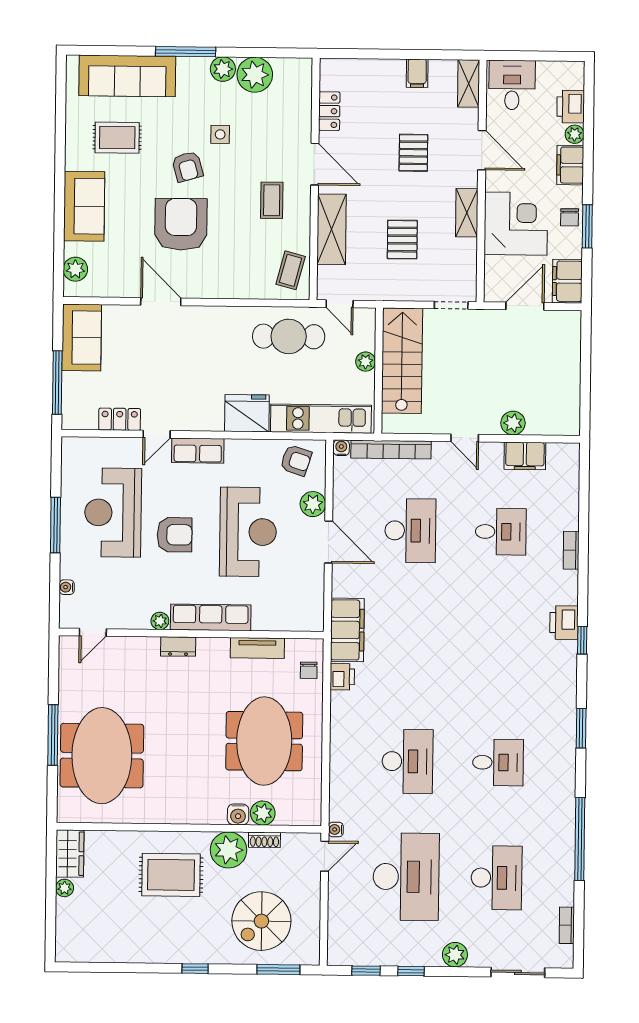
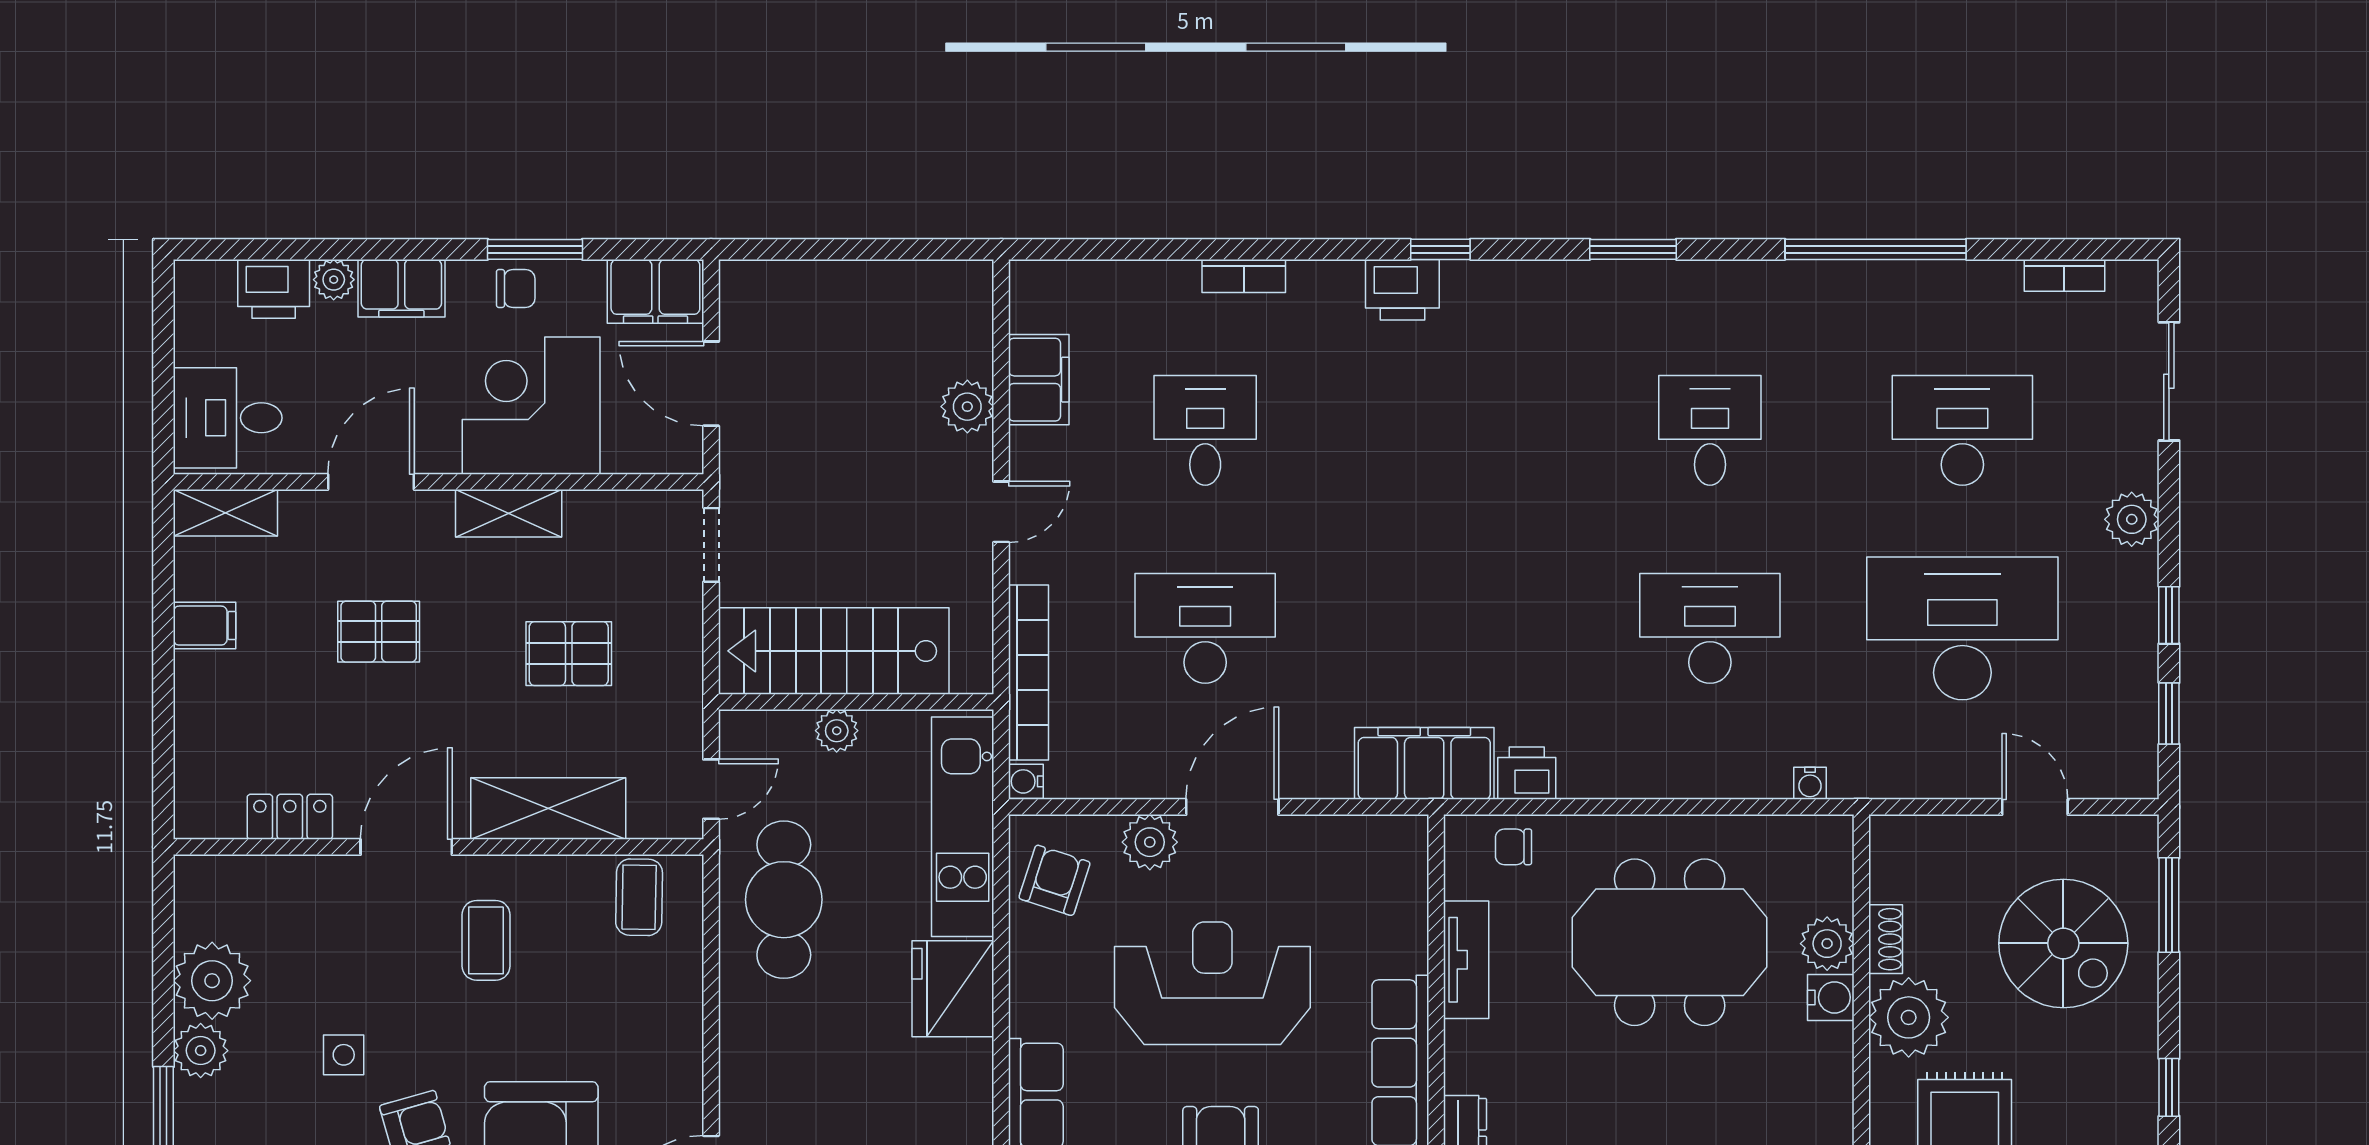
coffee table: (272, 200) -> (486, 940), turned 90
coffee table: (291, 270) -> (639, 897), turned 76
chair: (309, 670) -> (1513, 847), turned 180
water cooler: (336, 830) -> (1810, 783), moved
door: (325, 856) -> (2035, 807), moved

